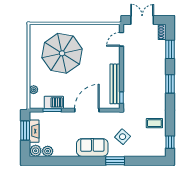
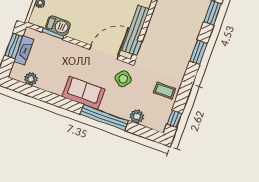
door: (87, 110) -> (104, 52), moved
side table: (123, 137) -> (123, 79), moved
plant: (36, 151) -> (137, 116), moved
window: (115, 161) -> (104, 117), width x2.11

